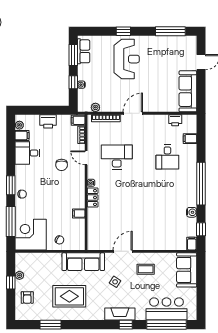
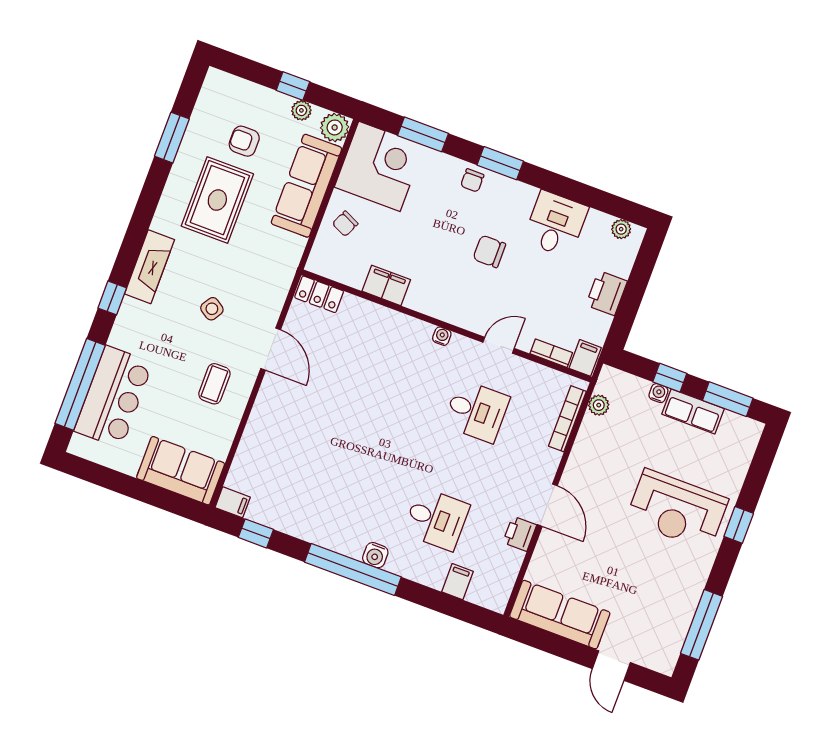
row of seats: (84, 51) -> (693, 411), moved
door: (133, 113) -> (547, 505), moved
printer: (175, 120) -> (520, 534), moved
filing cabinet: (22, 136) -> (597, 227), removed
desk: (117, 157) -> (476, 411), width x0.73
desk: (167, 157) -> (436, 519), turned 180
chair: (62, 165) -> (489, 251), moved
locker: (93, 198) -> (319, 294), moved
water cooler: (192, 212) -> (375, 555), moved
filing cabinet: (79, 213) -> (386, 285), width x2.00
window: (11, 222) -> (423, 134), width x0.69
plant: (21, 259) -> (335, 127), added
sofa: (83, 262) -> (306, 186), moved
armchair: (27, 297) -> (244, 141), moved
fireplace: (120, 314) -> (149, 267), moved

